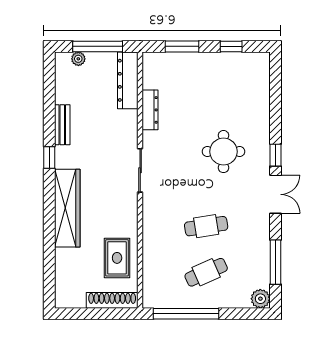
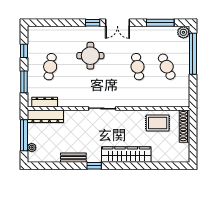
cafe table: (206, 88) -> (50, 67), added
dresser: (150, 110) -> (45, 102), moved
double door: (275, 194) -> (117, 23), swing flipped
window: (186, 314) -> (193, 54), moved

